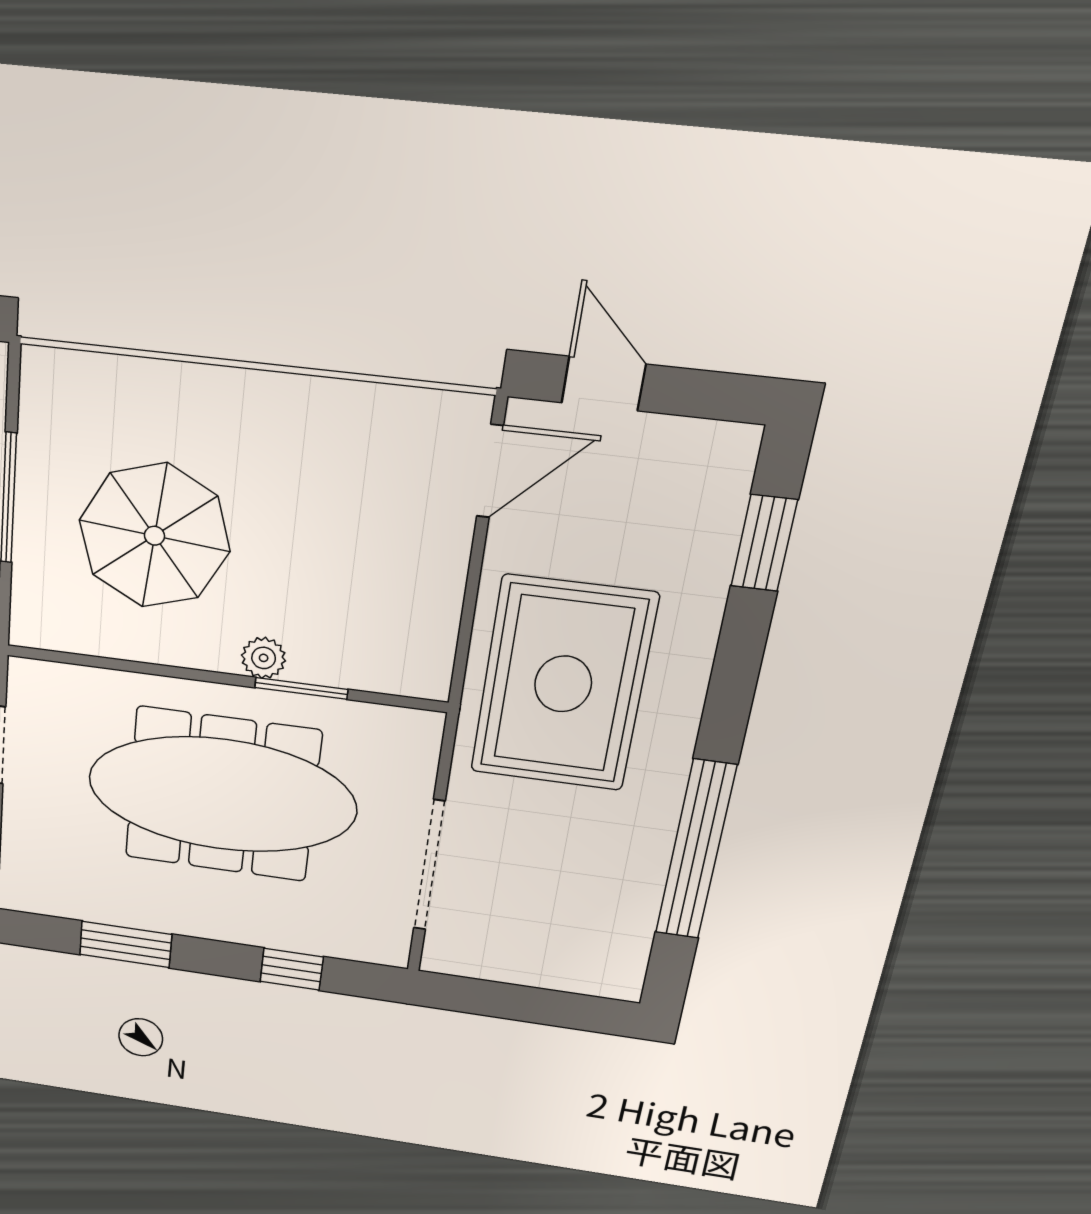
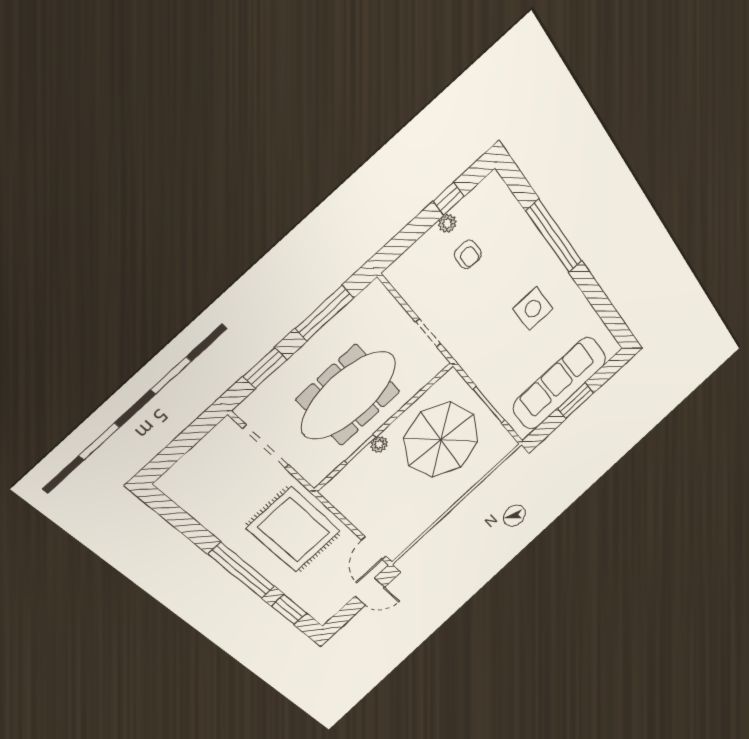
parasol: (154, 536) -> (441, 440), width x1.36, depth x1.36
window: (696, 850) -> (242, 570), moved
window: (126, 944) -> (324, 313), width x1.44
window: (292, 969) -> (265, 368), width x1.50

